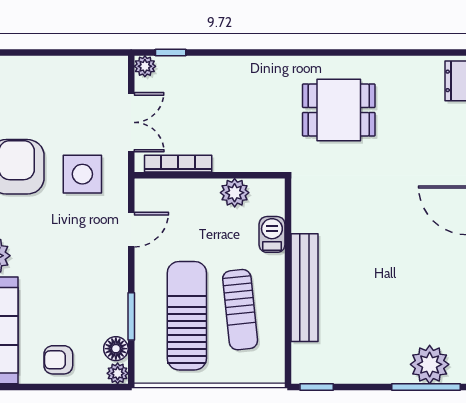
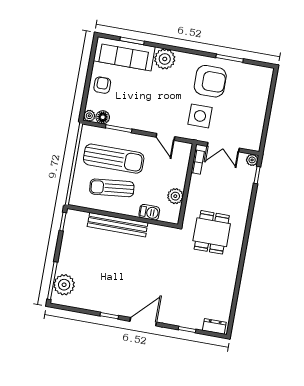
dining table: (339, 110) -> (212, 232), moved
bookcase: (178, 164) -> (198, 162), width x0.64

